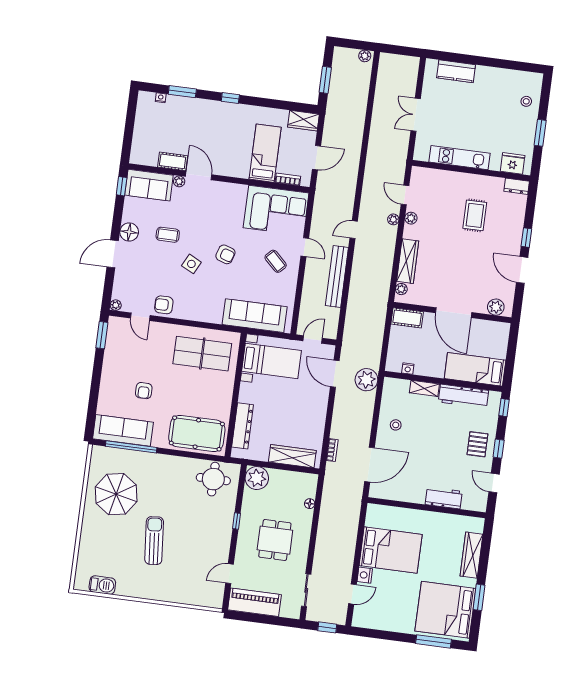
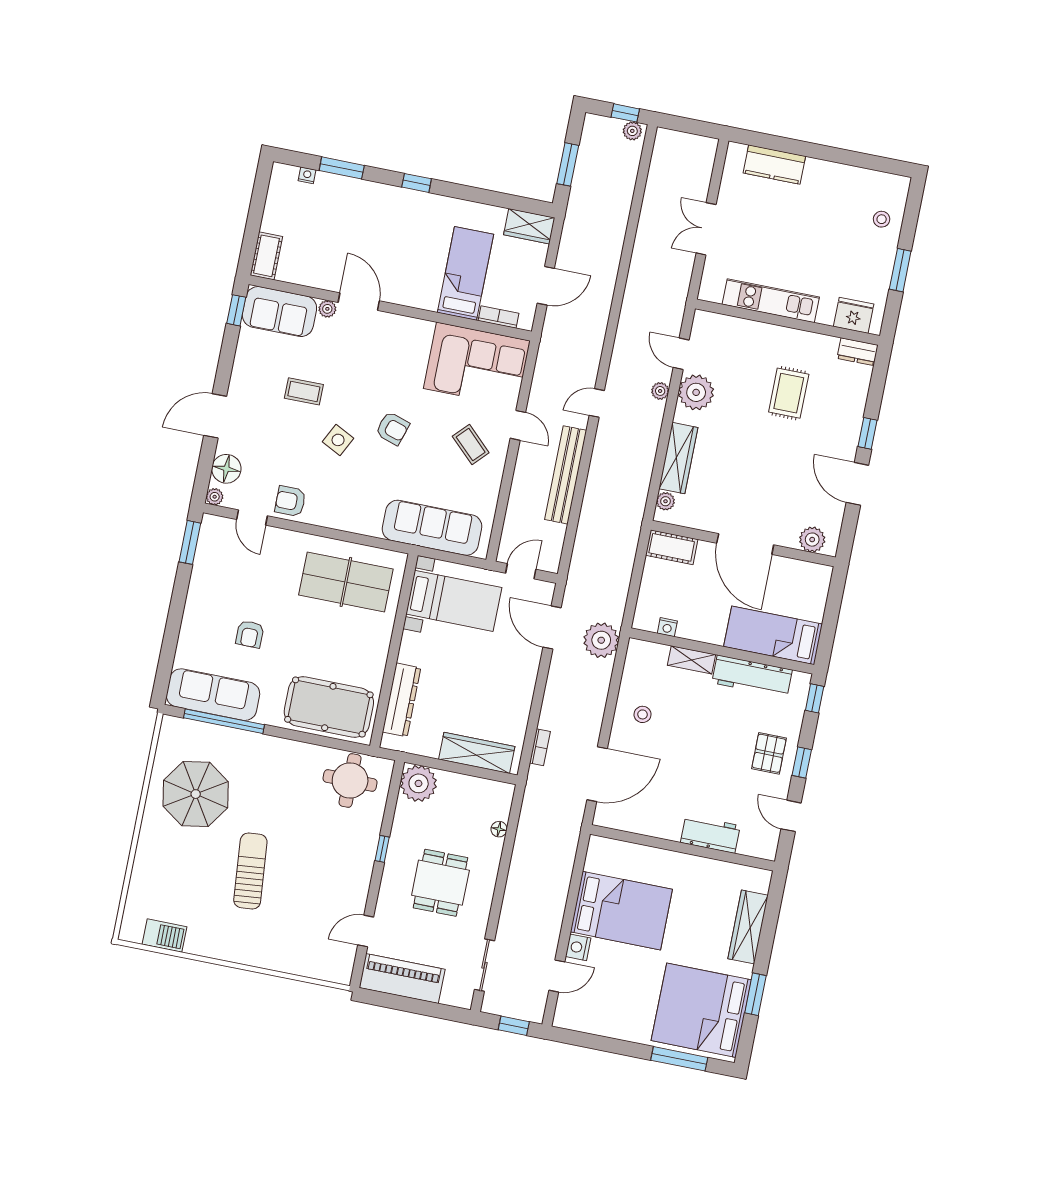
window: (360, 45) -> (625, 113), added
cot: (173, 161) -> (266, 256), moved, turned 90
plant: (411, 218) -> (696, 392), width x1.87, depth x1.87
floor lamp: (129, 232) -> (226, 469), moved

